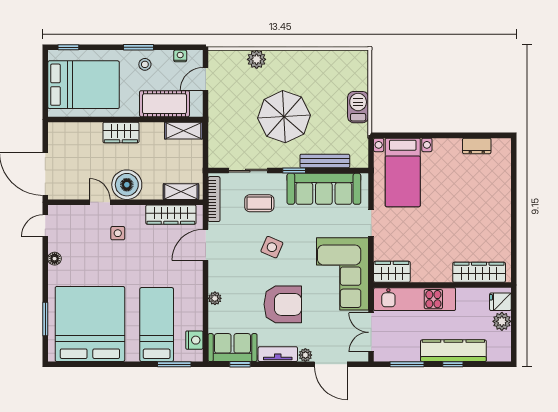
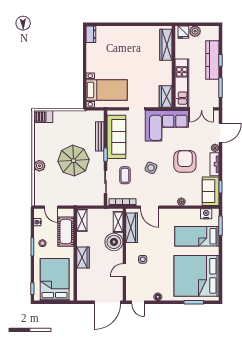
plant: (257, 59) -> (39, 166), moved
barbecue: (358, 107) -> (43, 117), moved
dresser: (477, 146) -> (91, 34), moved
boiler: (127, 185) -> (114, 242), moved

